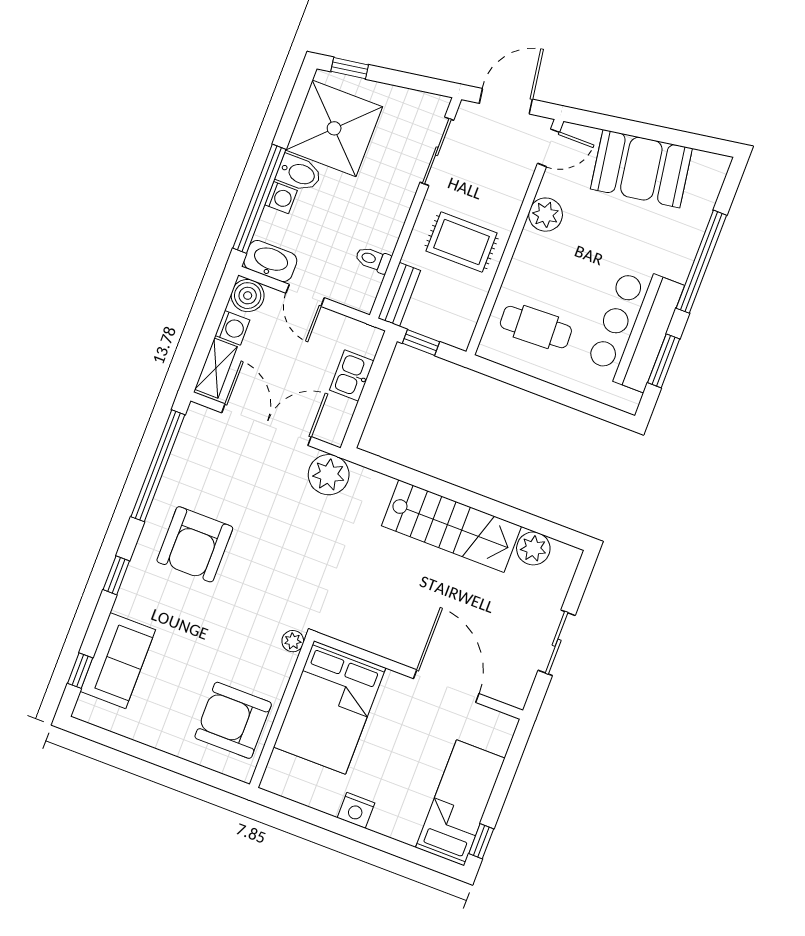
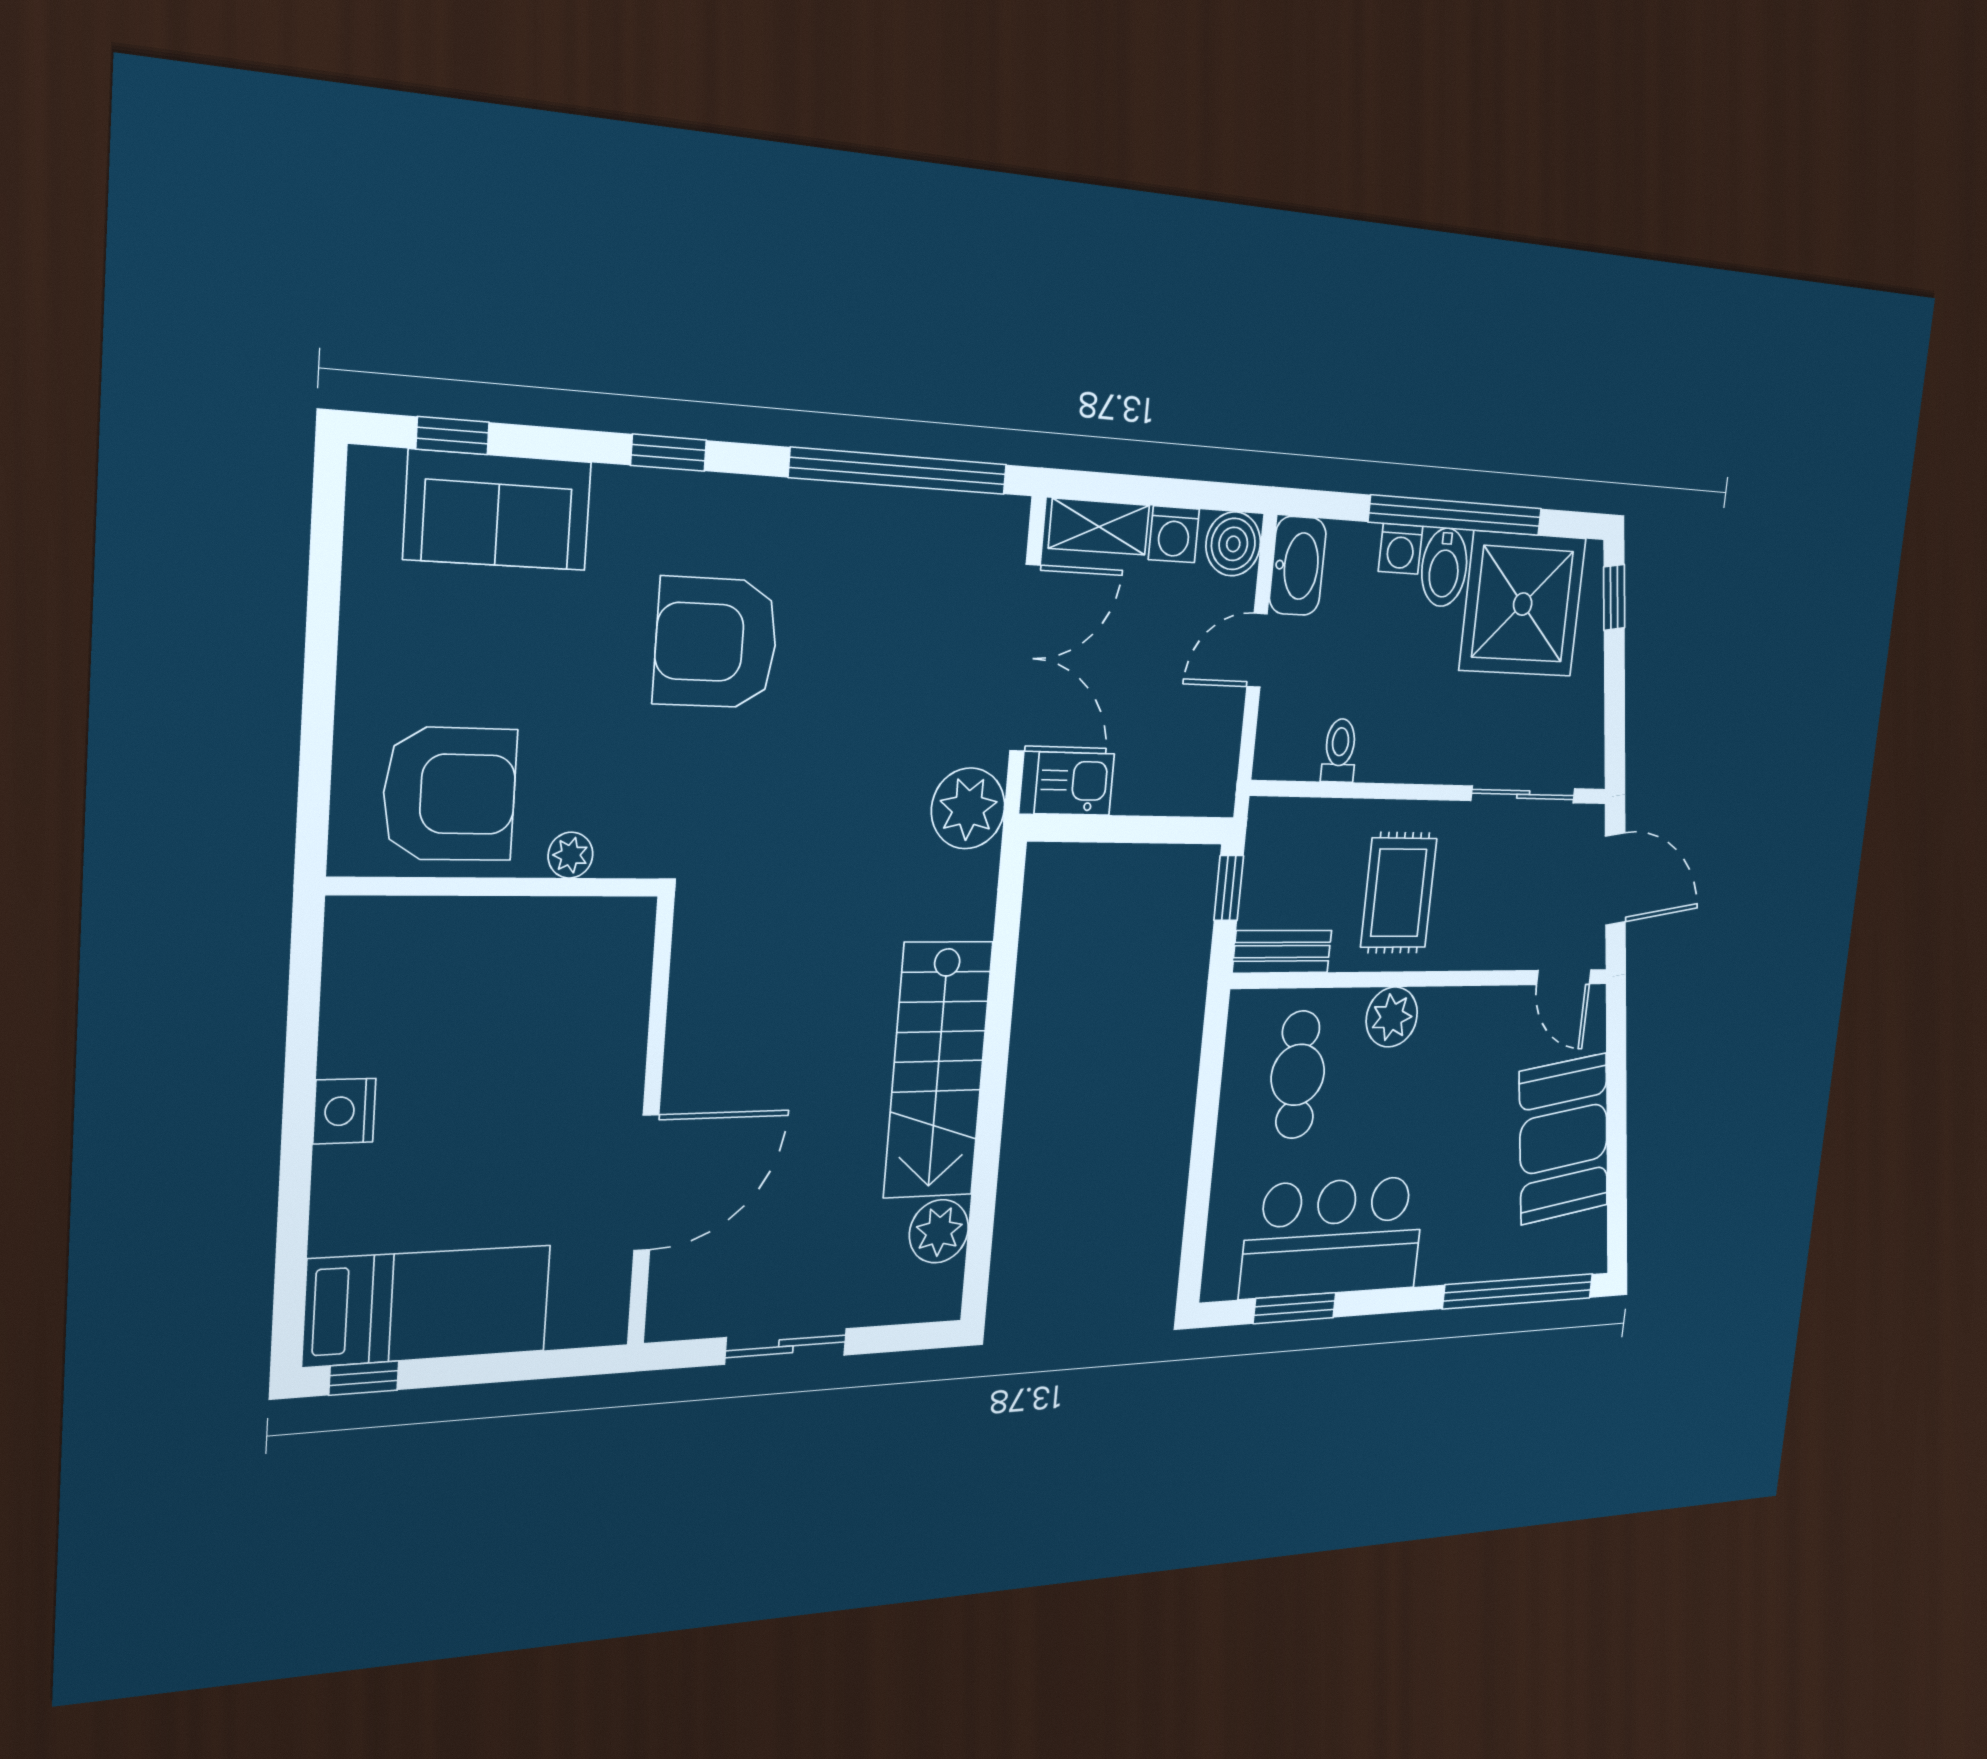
window: (259, 199) -> (1456, 515), moved
plant: (546, 215) -> (1392, 1017), moved
window: (701, 262) -> (1518, 1291), moved
bench: (399, 294) -> (1282, 952), moved
kitchen sink: (352, 375) -> (1074, 784), moved
armchair: (195, 544) -> (716, 643), moved
plant: (293, 641) -> (570, 855), moved
bed: (330, 707) -> (536, 977), removed
armchair: (233, 720) -> (449, 794), turned 90

